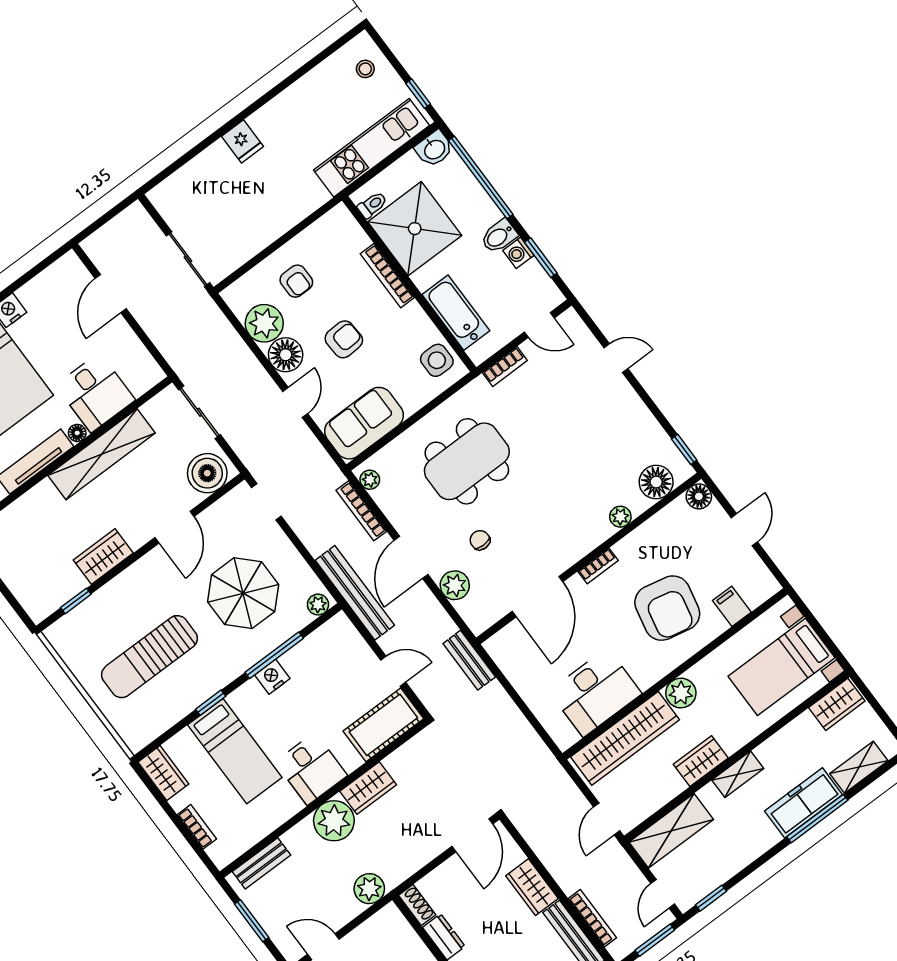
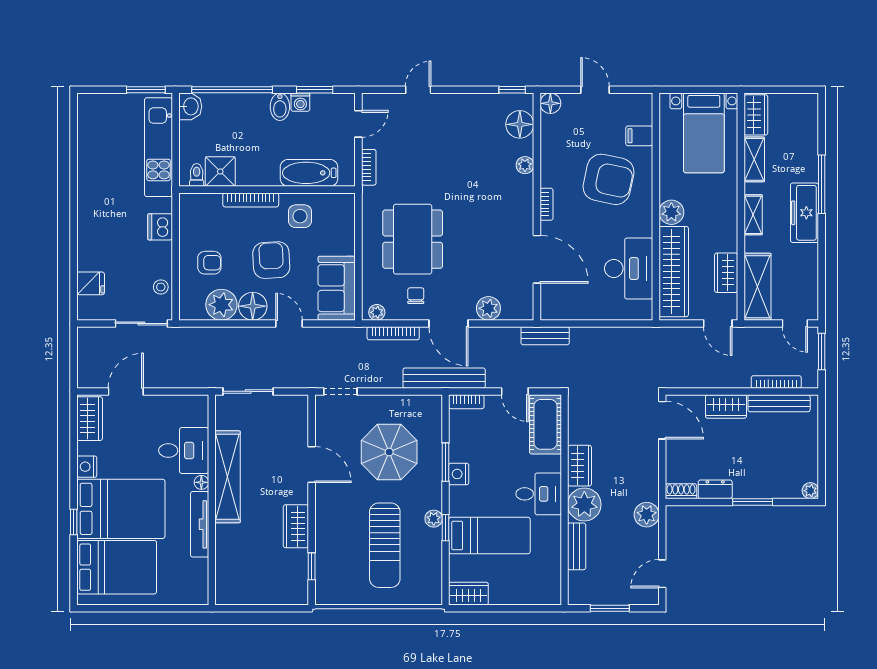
stool: (365, 69) -> (161, 287), moved
window: (418, 94) -> (146, 90), width x1.50
fridge: (243, 141) -> (91, 283), moved
dishwasher: (295, 207) -> (160, 227), added
shower: (415, 229) -> (220, 171), width x0.54, depth x0.54
wardrobe: (58, 278) -> (90, 419), added
door: (111, 293) -> (126, 391), swing flipped
armchair: (344, 339) -> (271, 260), width x1.38, depth x1.38
side table: (437, 360) -> (300, 216), moved
boiler: (207, 473) -> (292, 416), removed
chair: (480, 540) -> (416, 296), moved, turned 90
plant: (318, 605) -> (434, 519), moved
window: (274, 655) -> (445, 462), width x0.69
door: (393, 671) -> (515, 391), swing flipped
wardrobe: (701, 761) -> (726, 273), moved
shelving: (859, 767) -> (754, 159), moved
freezer: (804, 803) -> (805, 213), moved
bookcase: (197, 827) -> (466, 402), moved, turned 180
bench: (261, 863) -> (577, 546), moved
window: (711, 898) -> (822, 294), removed

